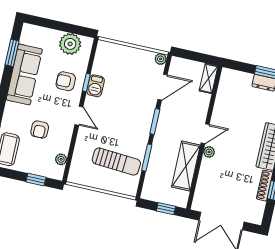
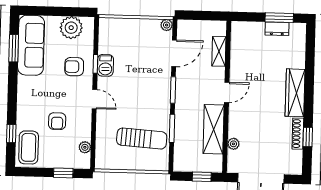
sofa: (24, 74) -> (31, 45), moved
shelving: (209, 78) -> (219, 51), moved
plant: (209, 152) -> (233, 144), moved

